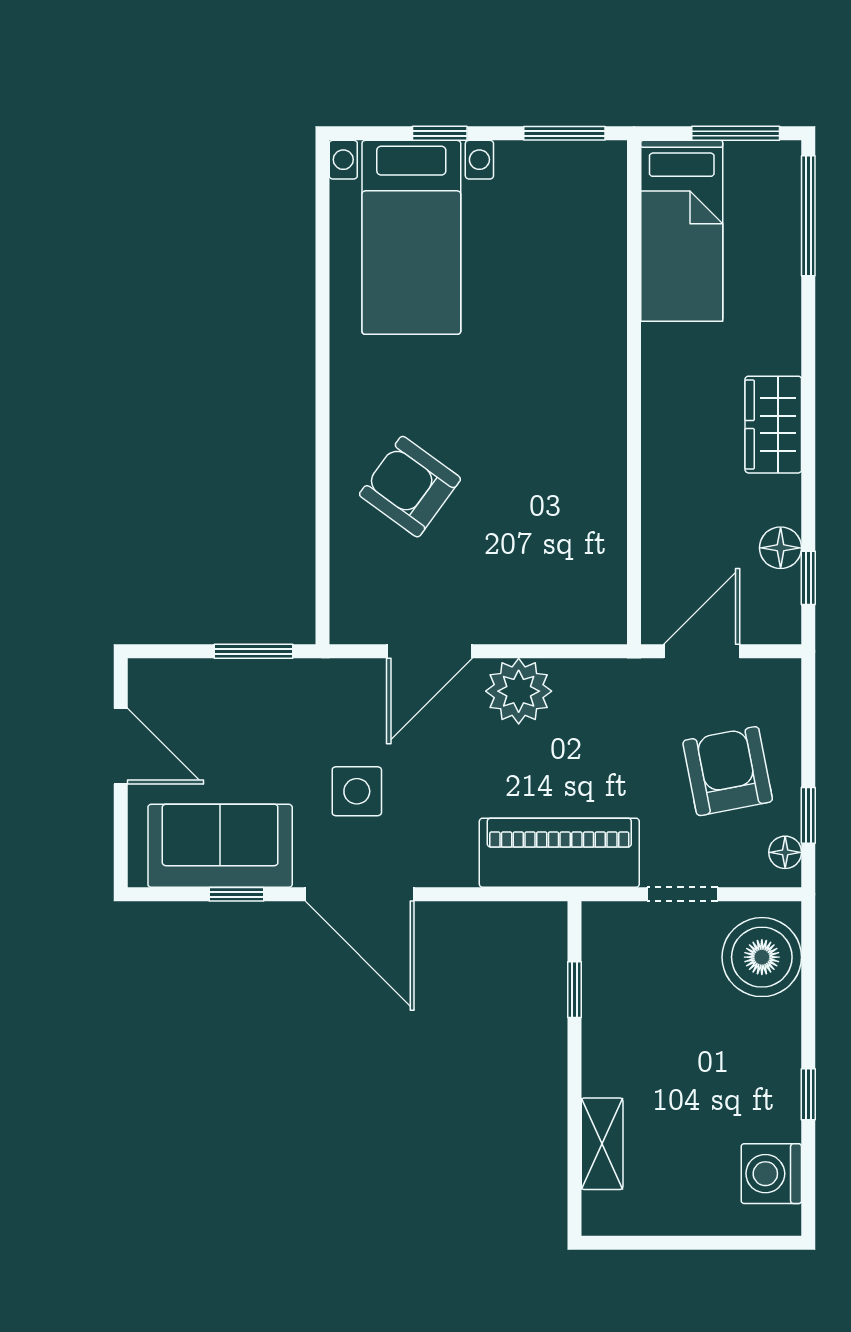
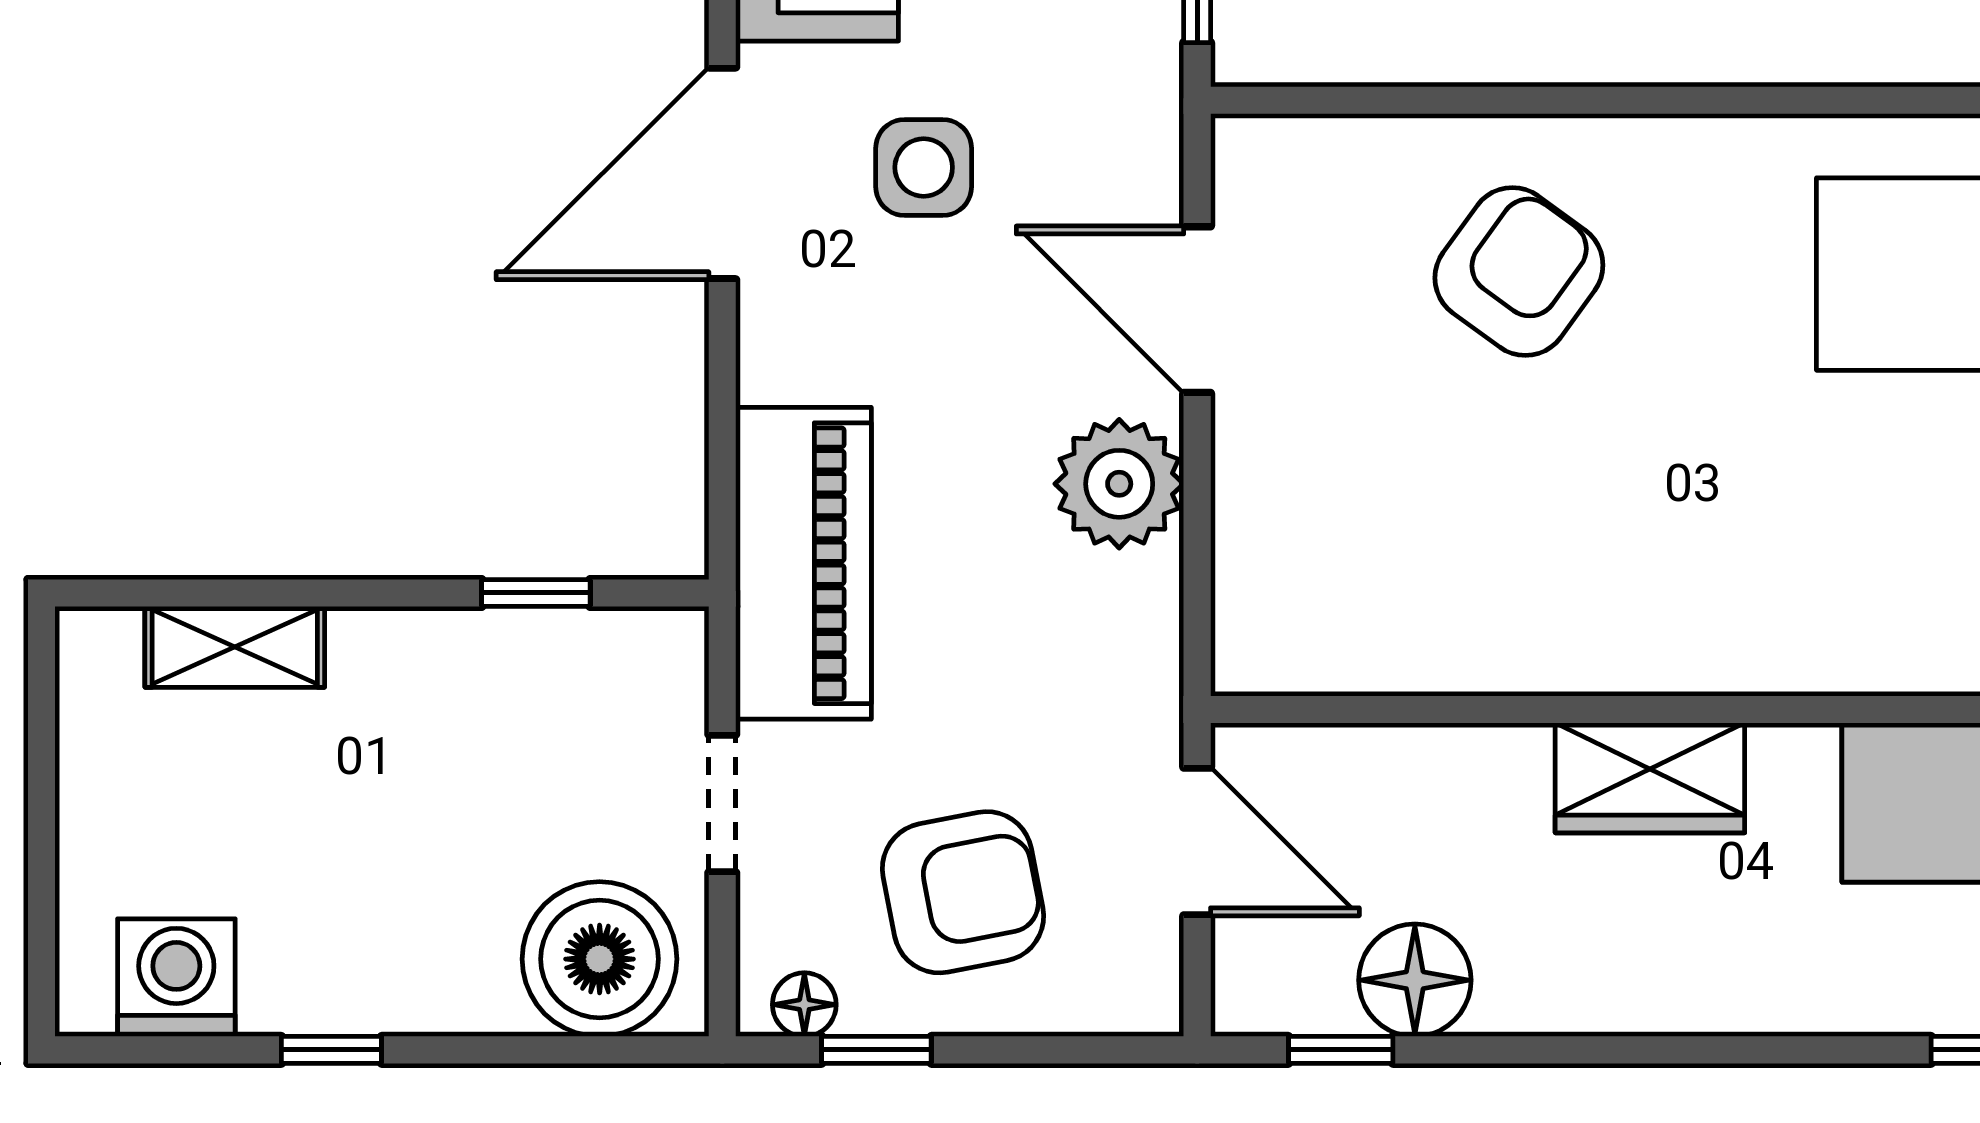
wardrobe: (773, 425) -> (1650, 778), moved, turned 180
floor lamp: (781, 548) -> (1415, 980), width x1.38, depth x1.38

